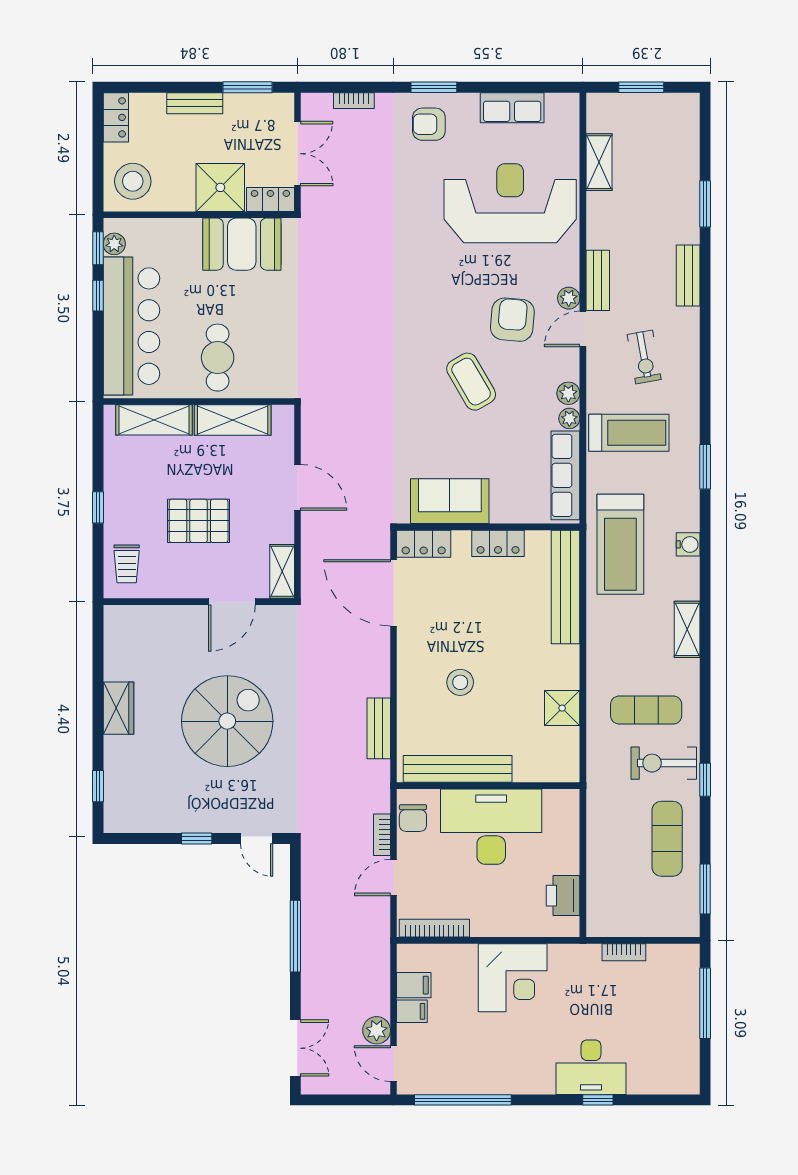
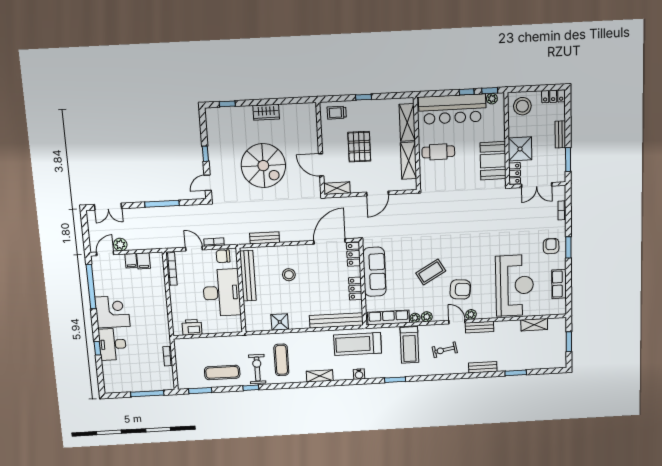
sofa: (450, 501) -> (374, 272), width x1.36
corner desk: (513, 978) -> (112, 312), moved, turned 180

